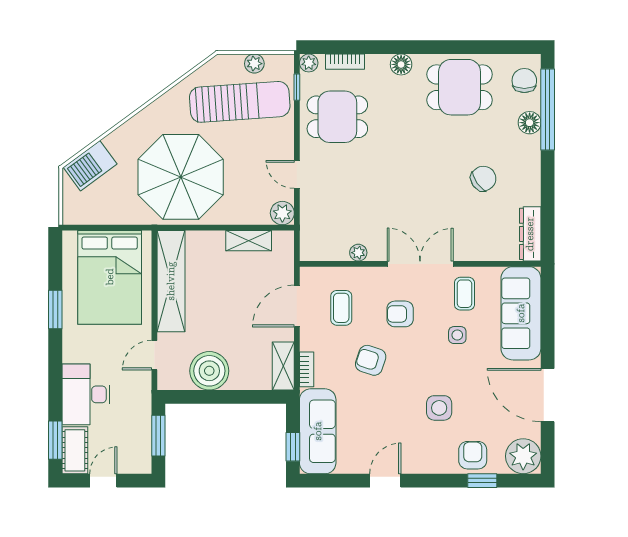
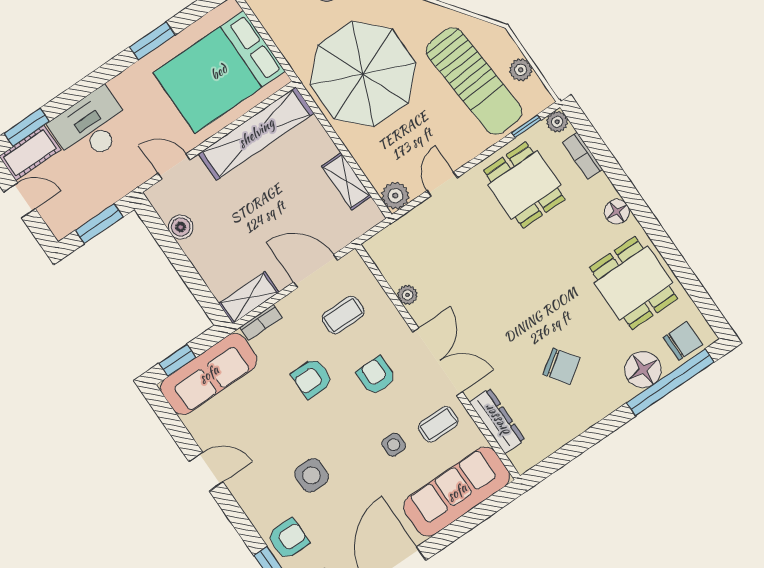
floor lamp: (530, 123) -> (643, 370), width x1.38, depth x1.38
dresser: (530, 234) -> (497, 421), moved, turned 90
armchair: (371, 360) -> (312, 378), turned -108
boiler: (209, 371) -> (181, 227), width x0.54, depth x0.54

